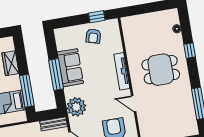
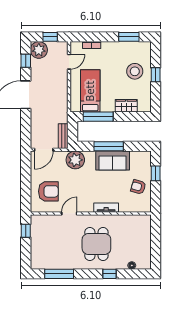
window: (97, 17) -> (156, 173), moved
tv unit: (122, 71) -> (106, 208), width x0.71

